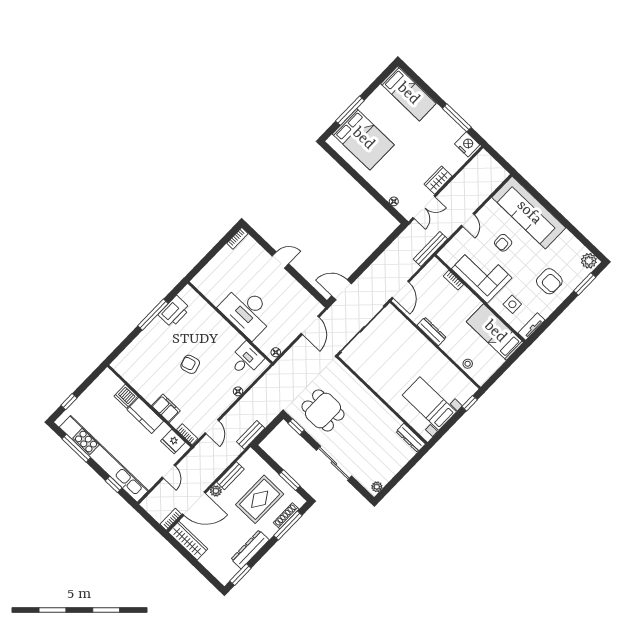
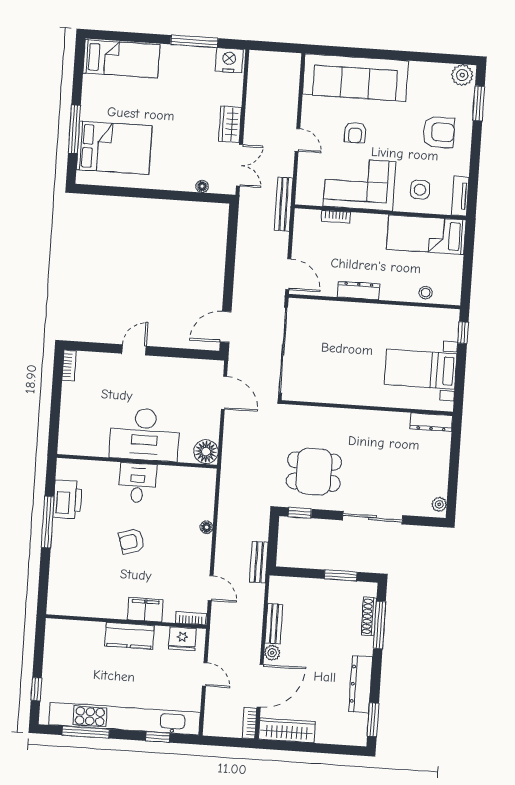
floor lamp: (276, 352) -> (206, 452), width x1.89, depth x1.89
desk: (246, 359) -> (138, 483), moved
dishwasher: (126, 396) -> (92, 633), removed
rug: (260, 499) -> (326, 622), removed

